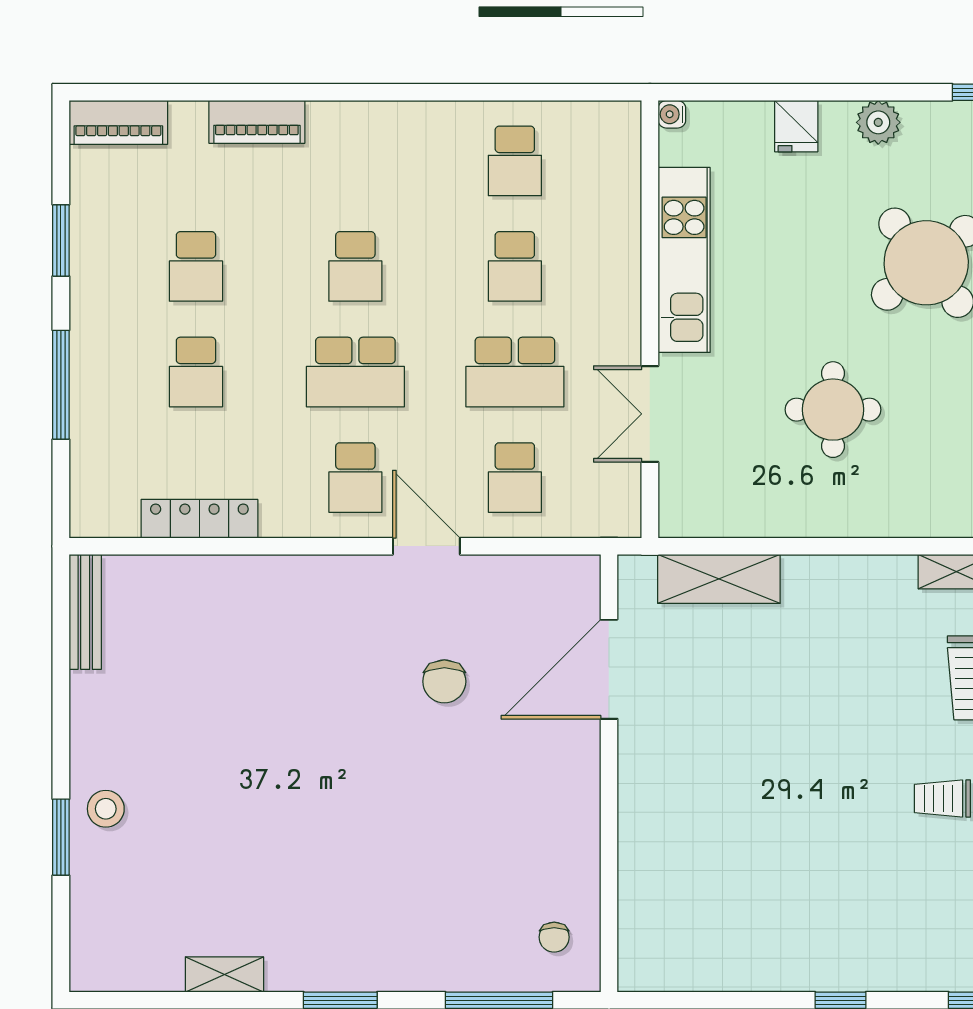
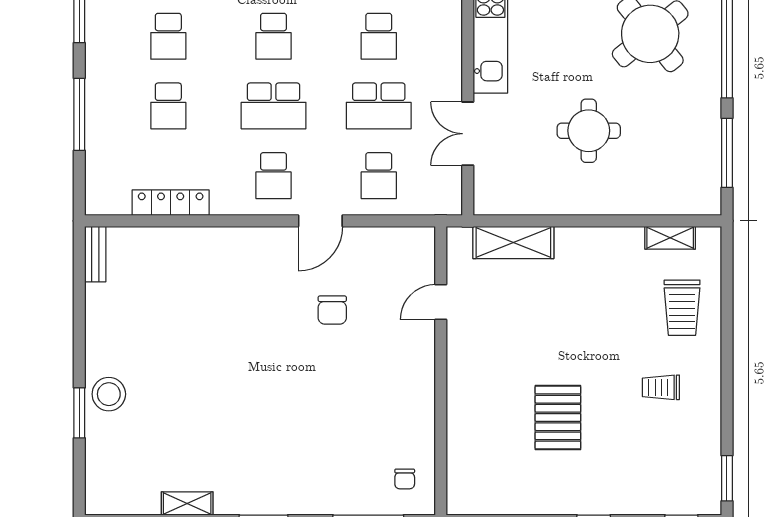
door: (426, 546) -> (320, 221), swing flipped
bench: (85, 612) -> (95, 254), width x0.73
door: (609, 669) -> (441, 302), width x0.53
stool: (106, 809) -> (109, 394), width x1.38, depth x1.38
pallet: (786, 844) -> (558, 418), added

